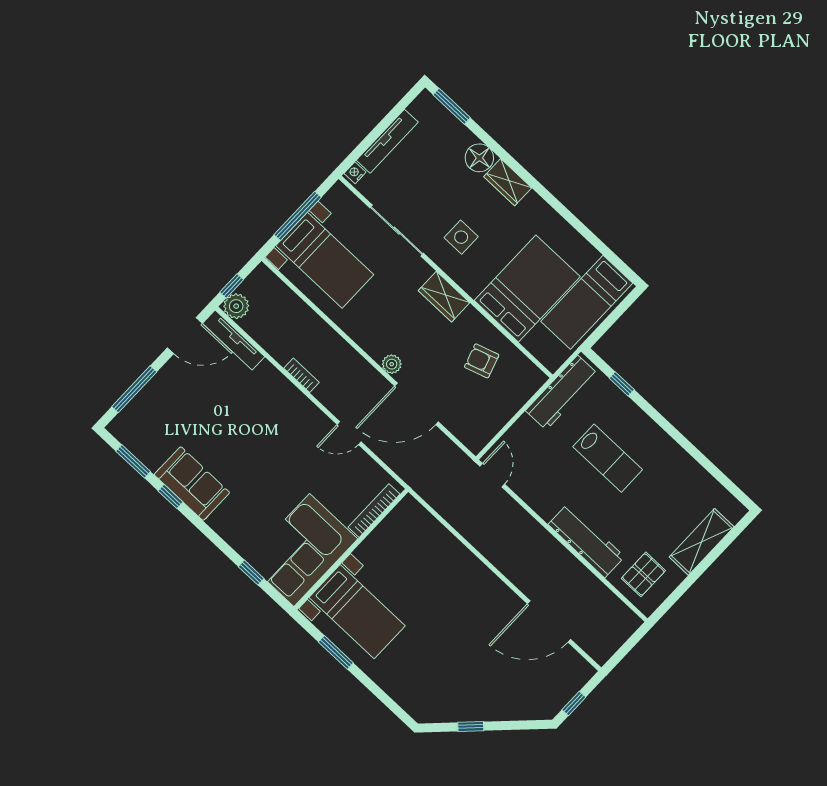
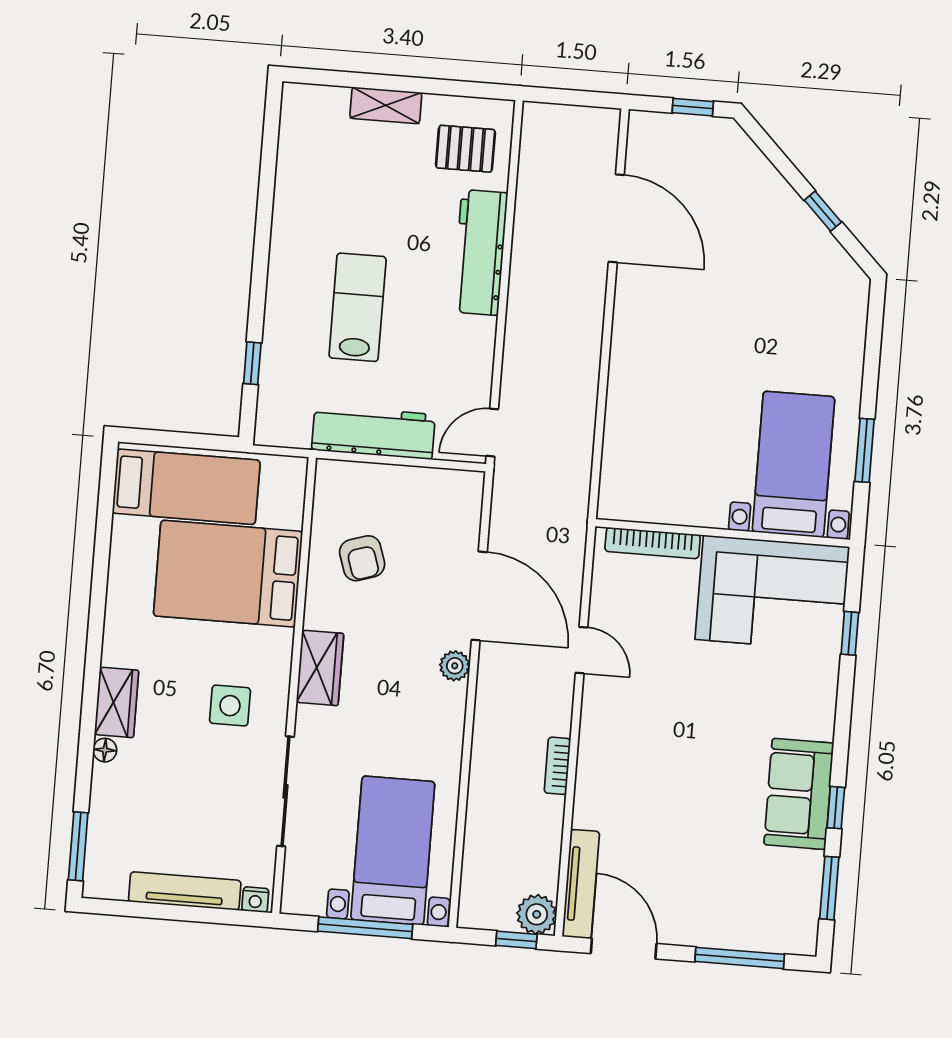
floor lamp: (479, 158) -> (105, 750), width x0.53, depth x0.53
workbench: (562, 393) -> (373, 432), moved
shelving: (702, 542) -> (386, 105), width x0.67, depth x0.75

